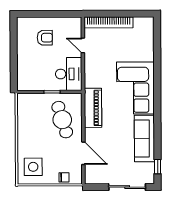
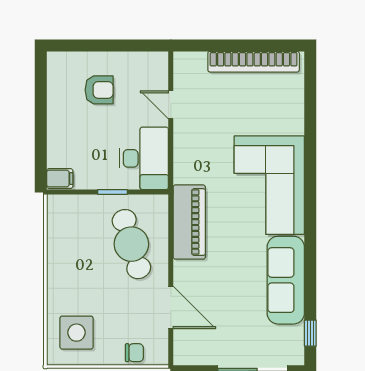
bookcase: (108, 22) -> (254, 62), moved
filing cabinet: (24, 85) -> (60, 179), added

